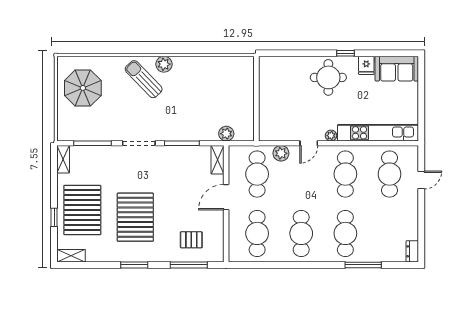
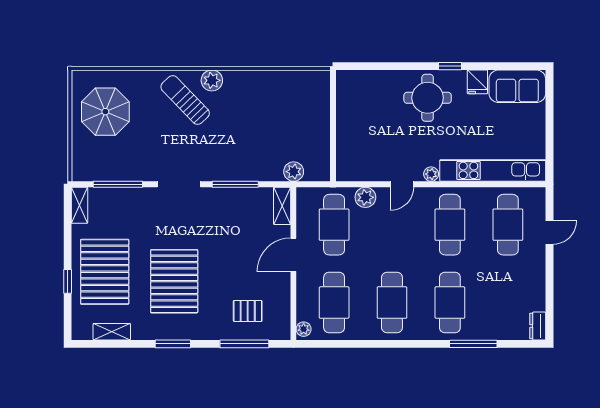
plant: (234, 254) -> (304, 329), added
shelving: (71, 256) -> (112, 332), moved

